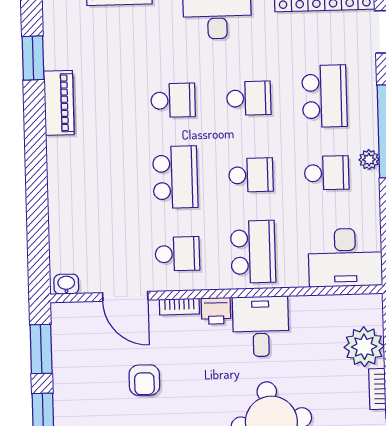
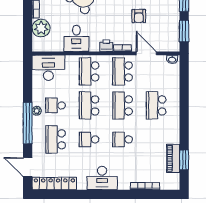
piano: (59, 103) -> (173, 158), moved
school desk: (251, 175) -> (89, 105), width x1.85
school desk: (100, 179) -> (156, 105), added
school desk: (177, 254) -> (123, 71), width x1.85
desk: (261, 326) -> (76, 38), moved
armchair: (144, 380) -> (139, 16), turned 180

